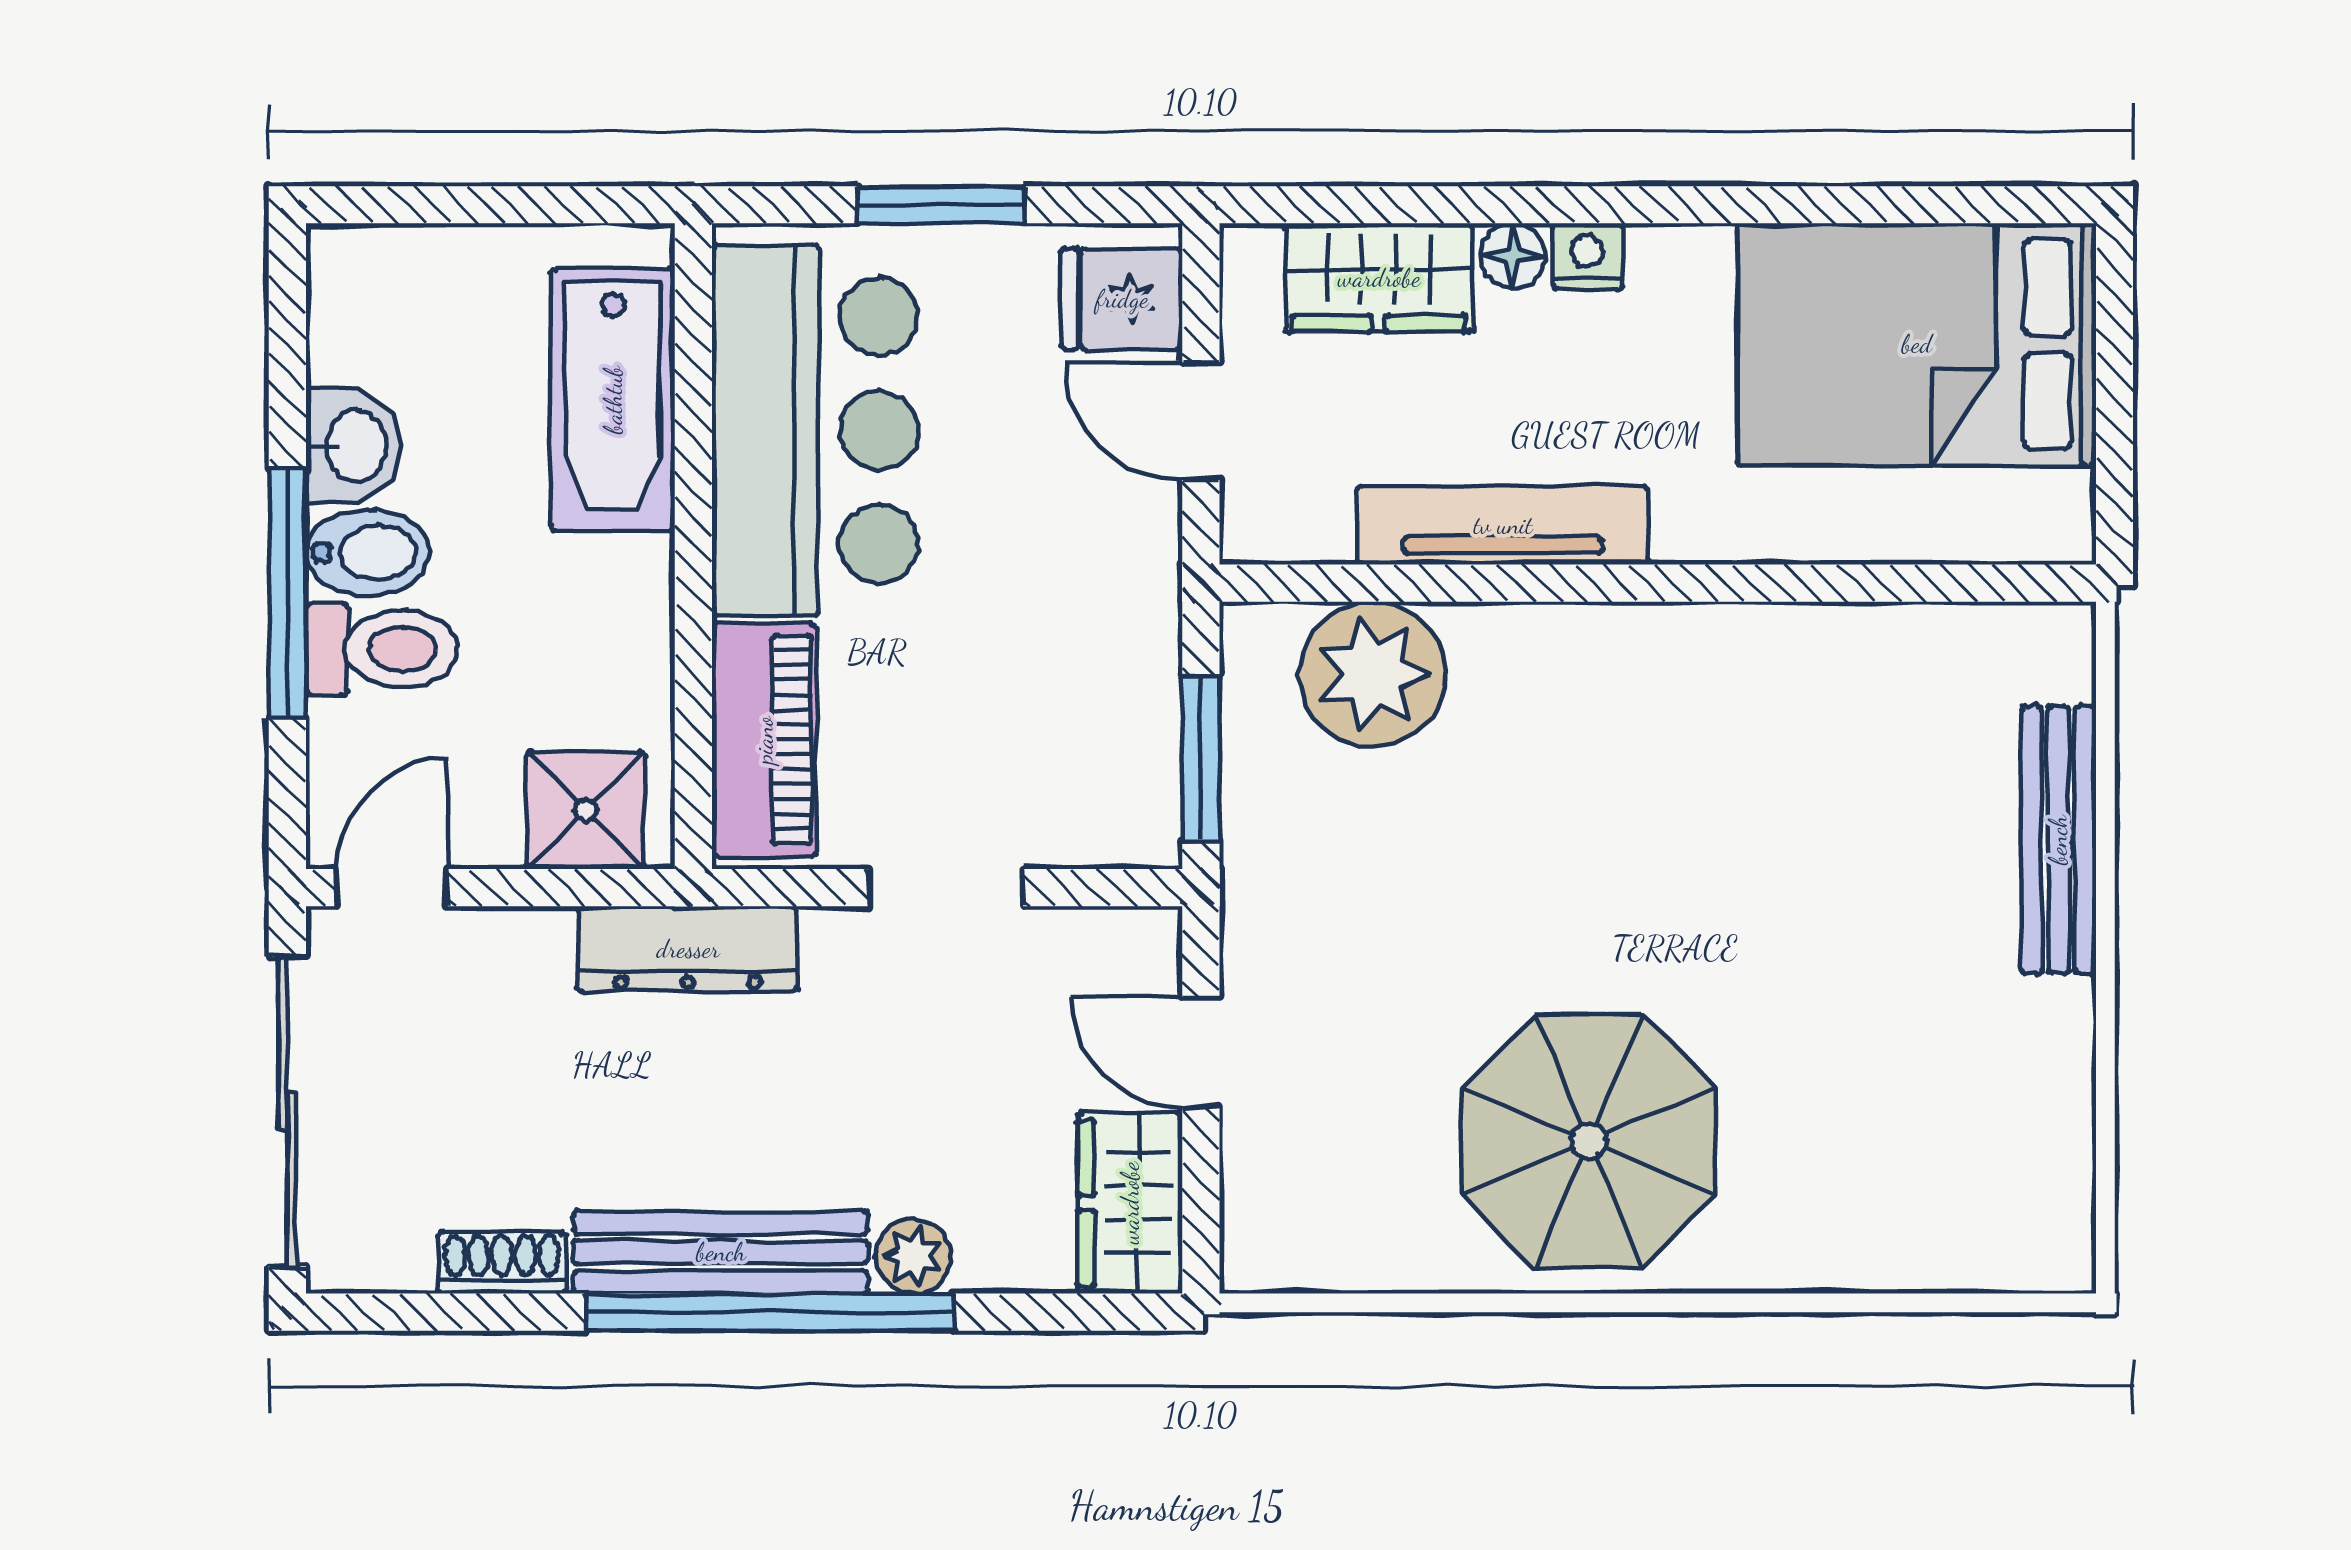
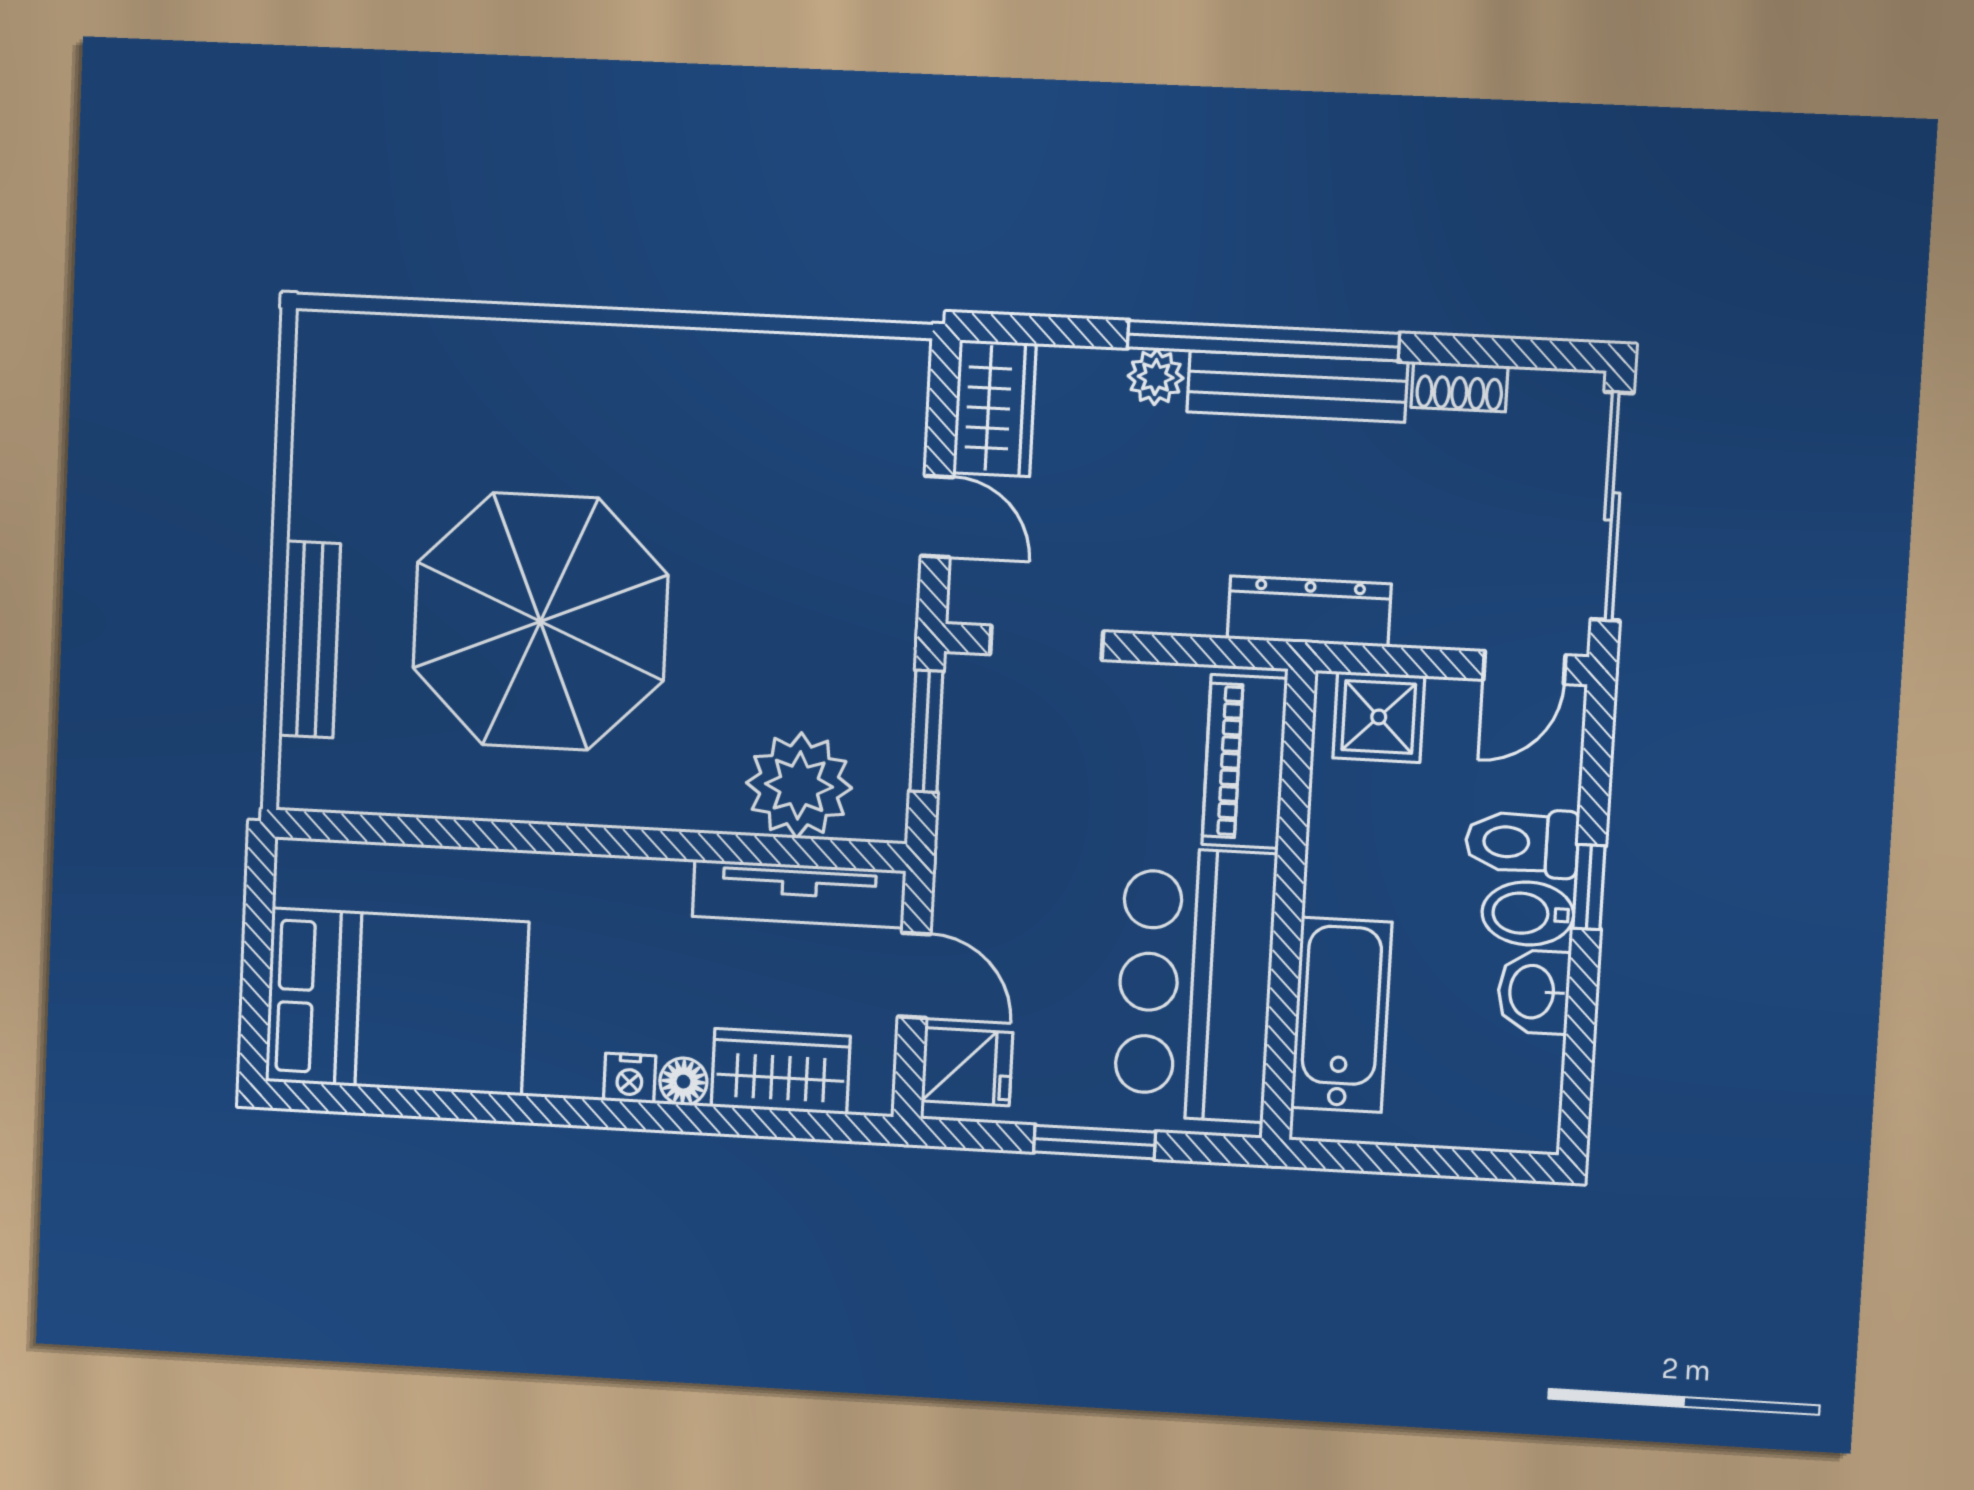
tv unit: (1503, 525) -> (799, 894), moved
window: (287, 594) -> (1589, 887), width x0.46
doorway: (946, 888) -> (1047, 643), moved
parasol: (1589, 1141) -> (540, 622), moved, width x1.36, depth x1.36

